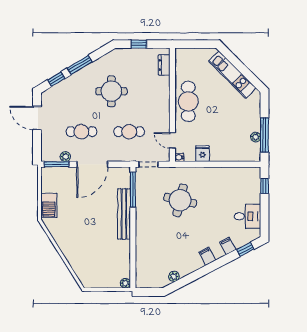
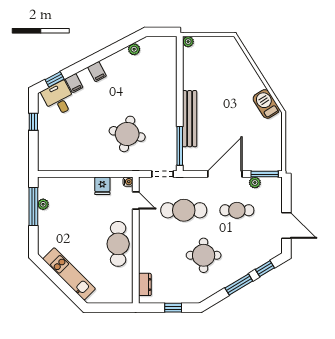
cafe table: (129, 132) -> (184, 210), width x1.37, depth x1.35
window: (264, 186) -> (33, 122), moved
barbecue: (49, 205) -> (266, 104), moved, turned -32
desk: (247, 216) -> (59, 99), moved, turned 62

